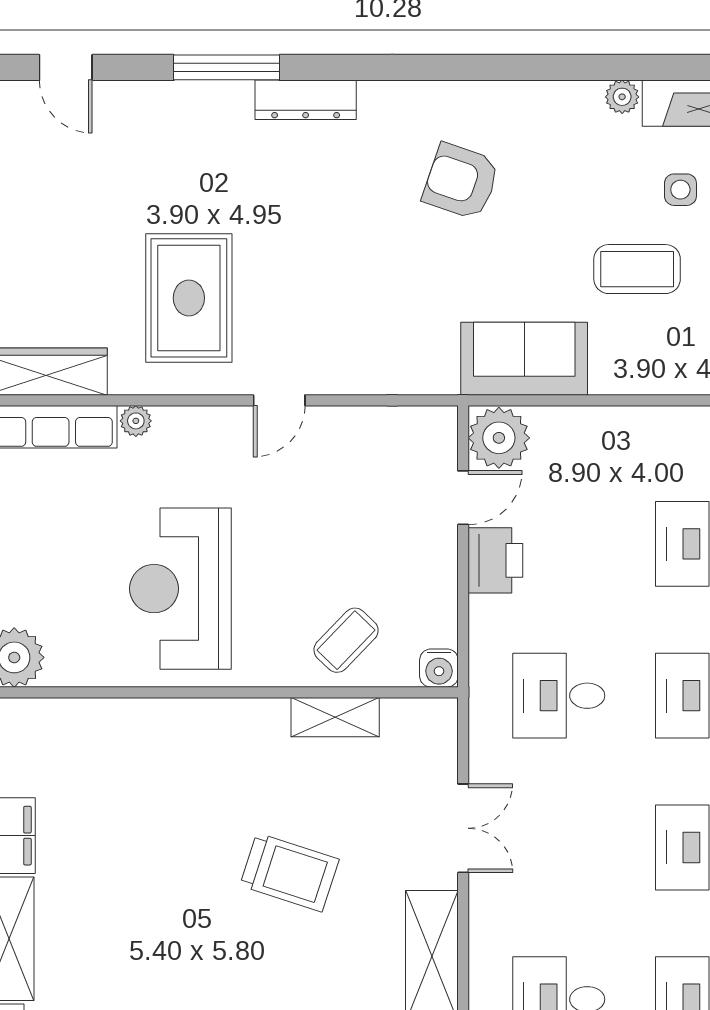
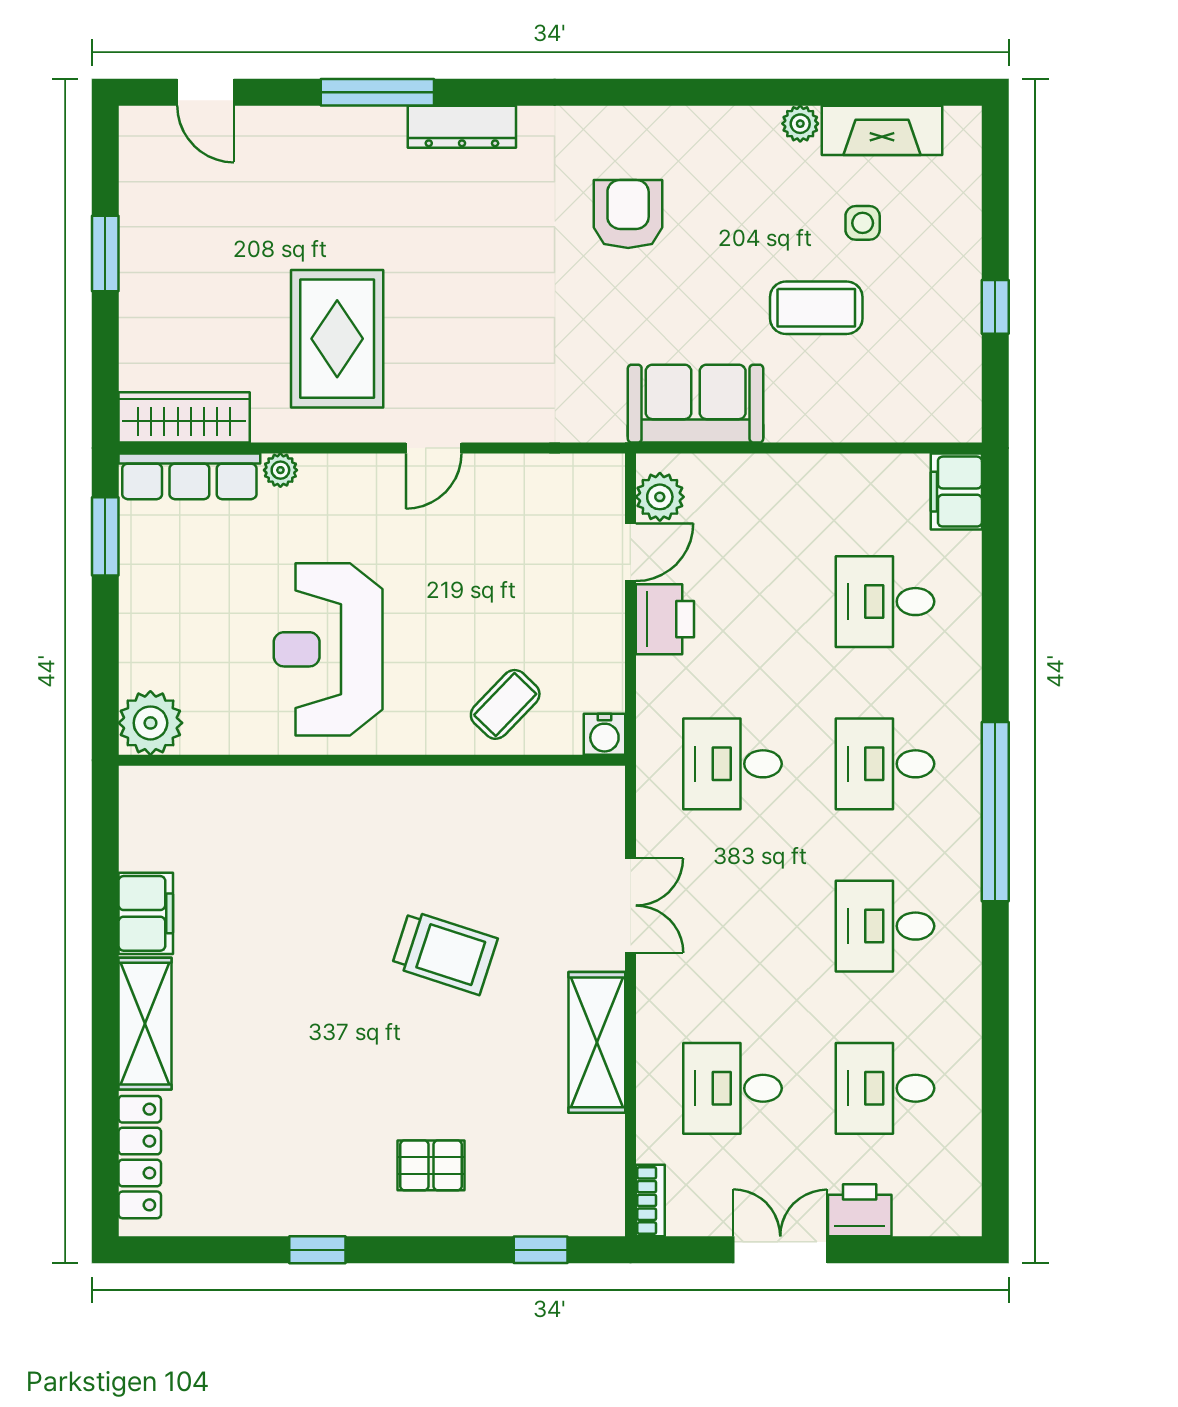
armchair: (461, 181) -> (628, 214), turned 71
plant: (499, 438) -> (660, 497), width x0.73, depth x0.73
shelving: (335, 717) -> (493, 787), removed

